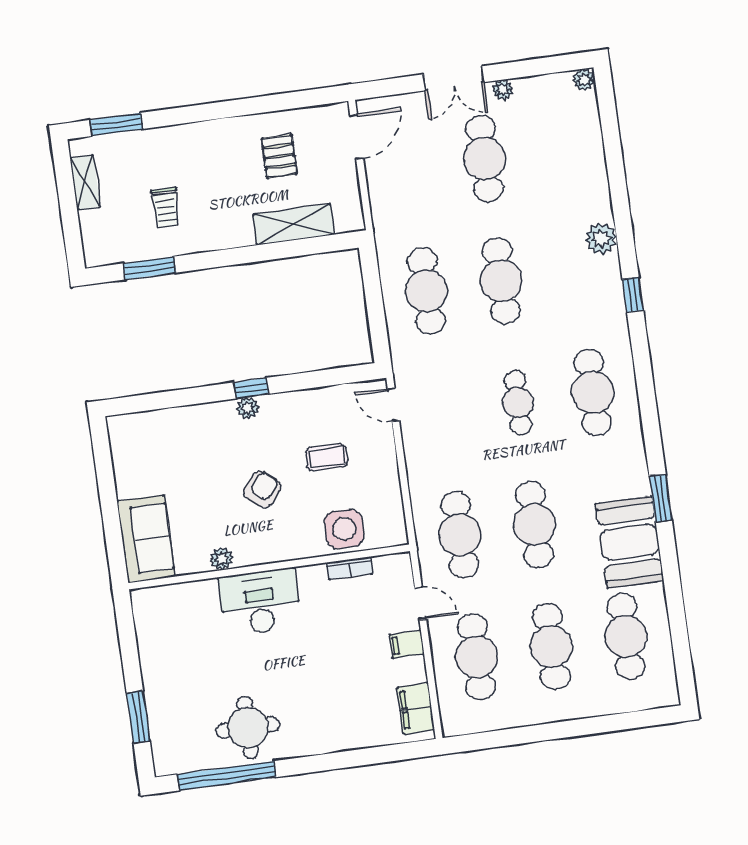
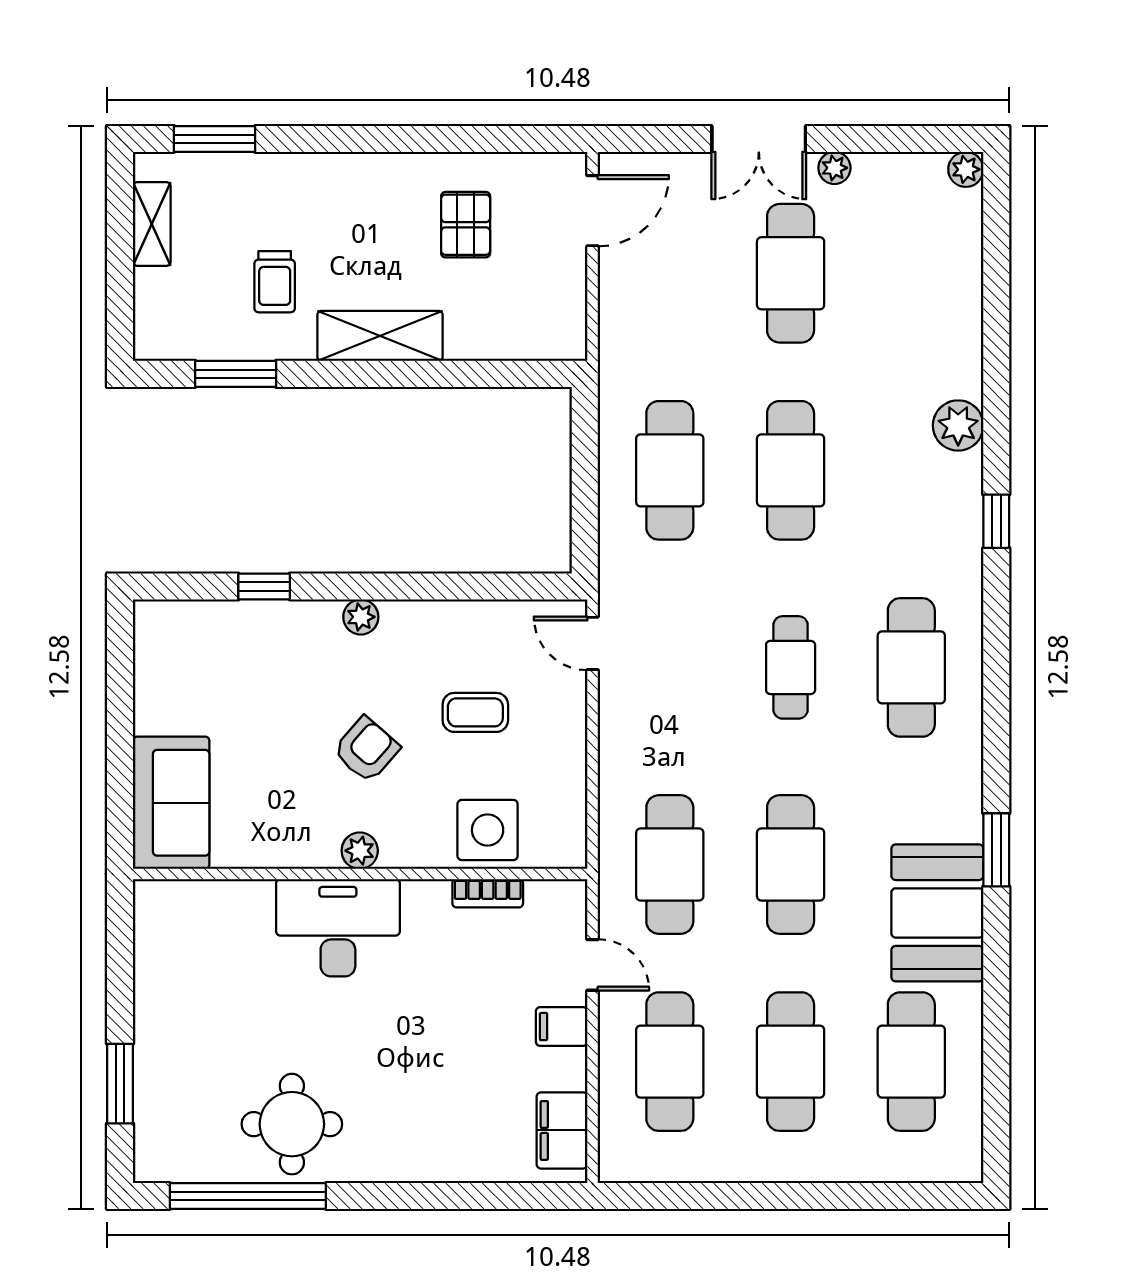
shelving: (294, 224) -> (380, 336), moved
window: (251, 388) -> (264, 587), moved
plant: (222, 559) -> (360, 851), moved

